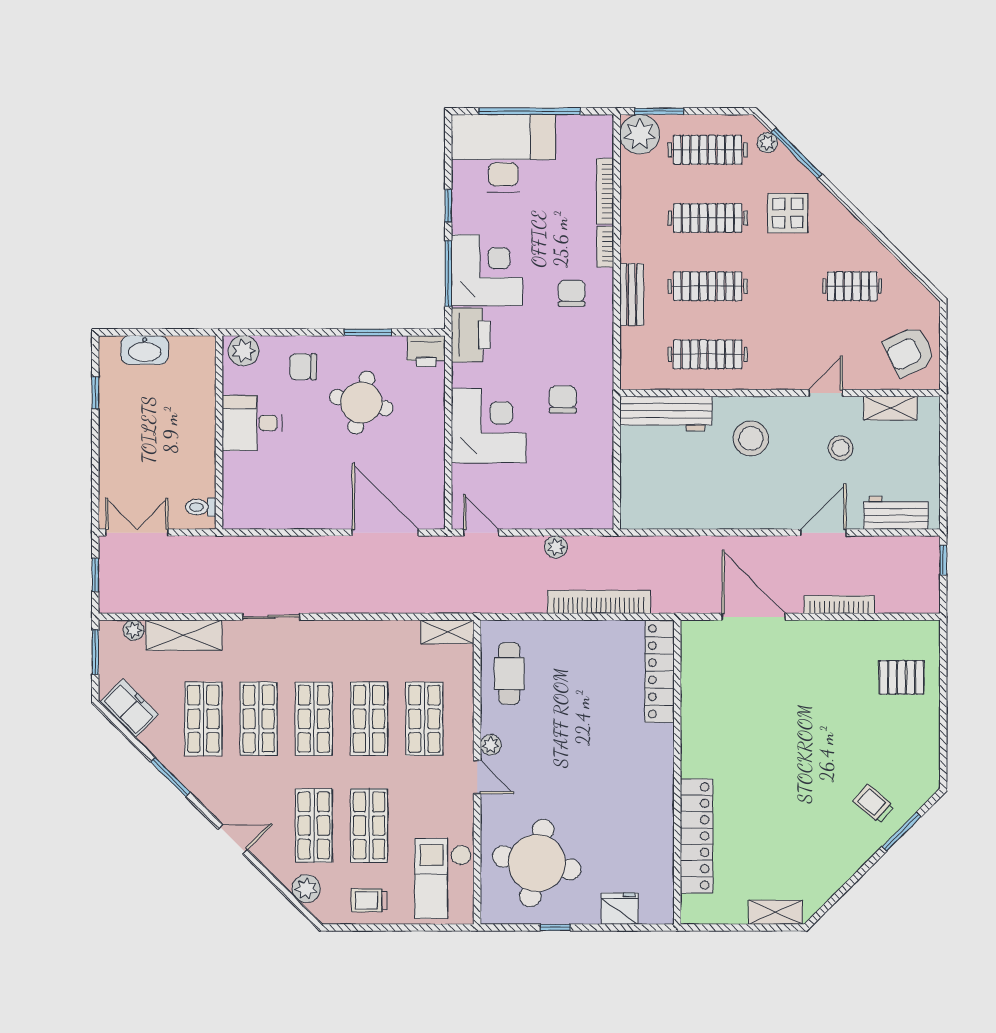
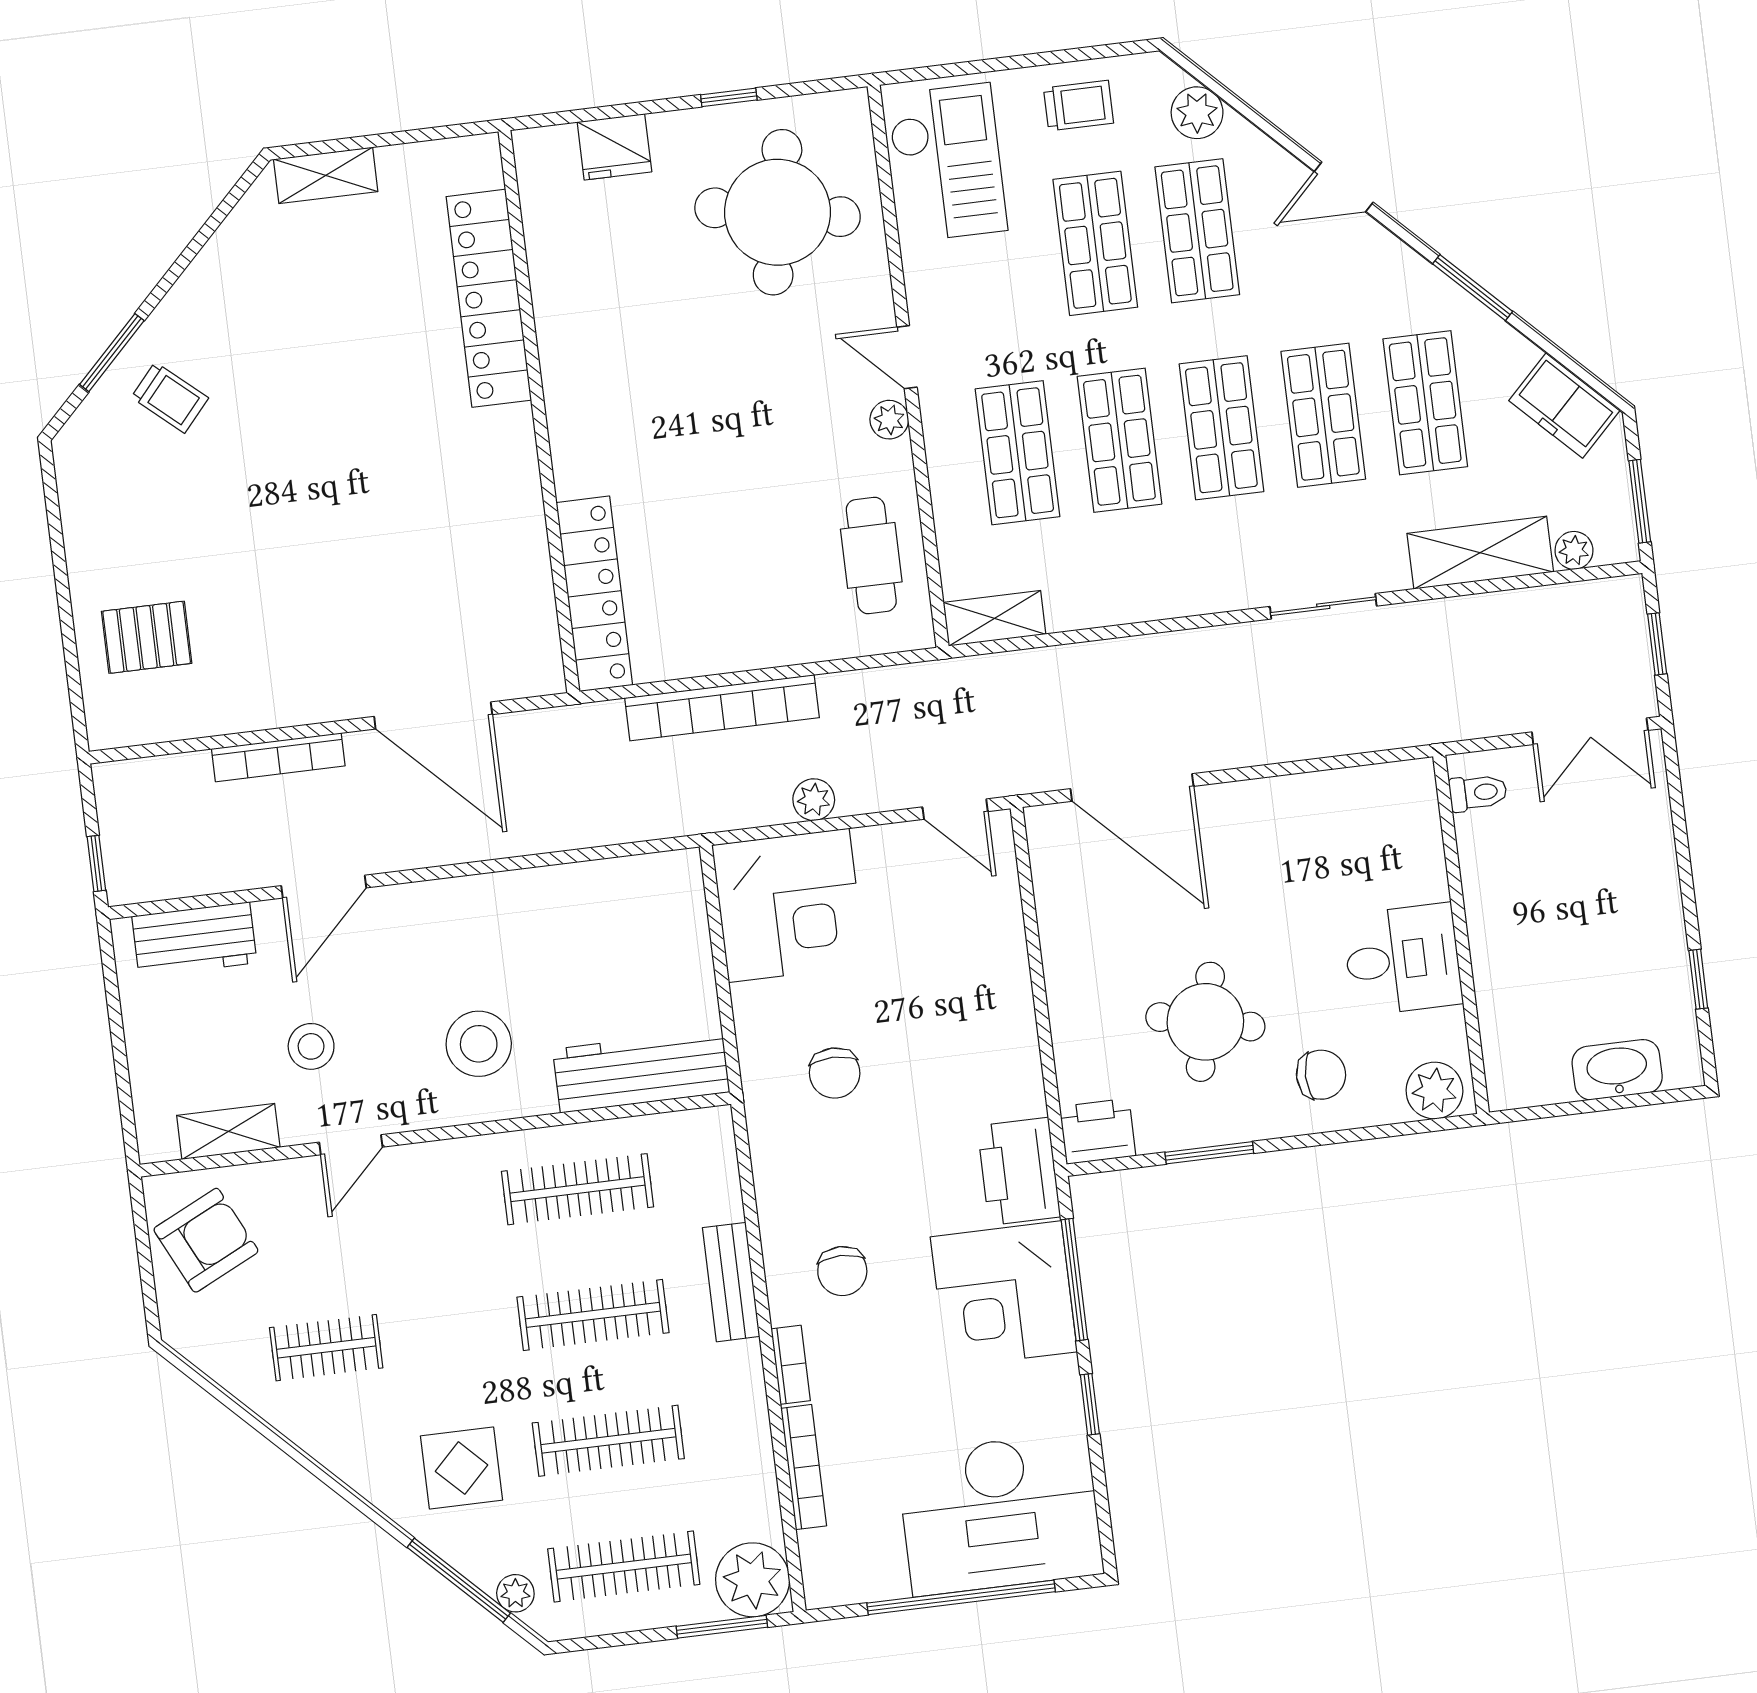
corner desk: (489, 426) -> (789, 905), moved, turned -90

